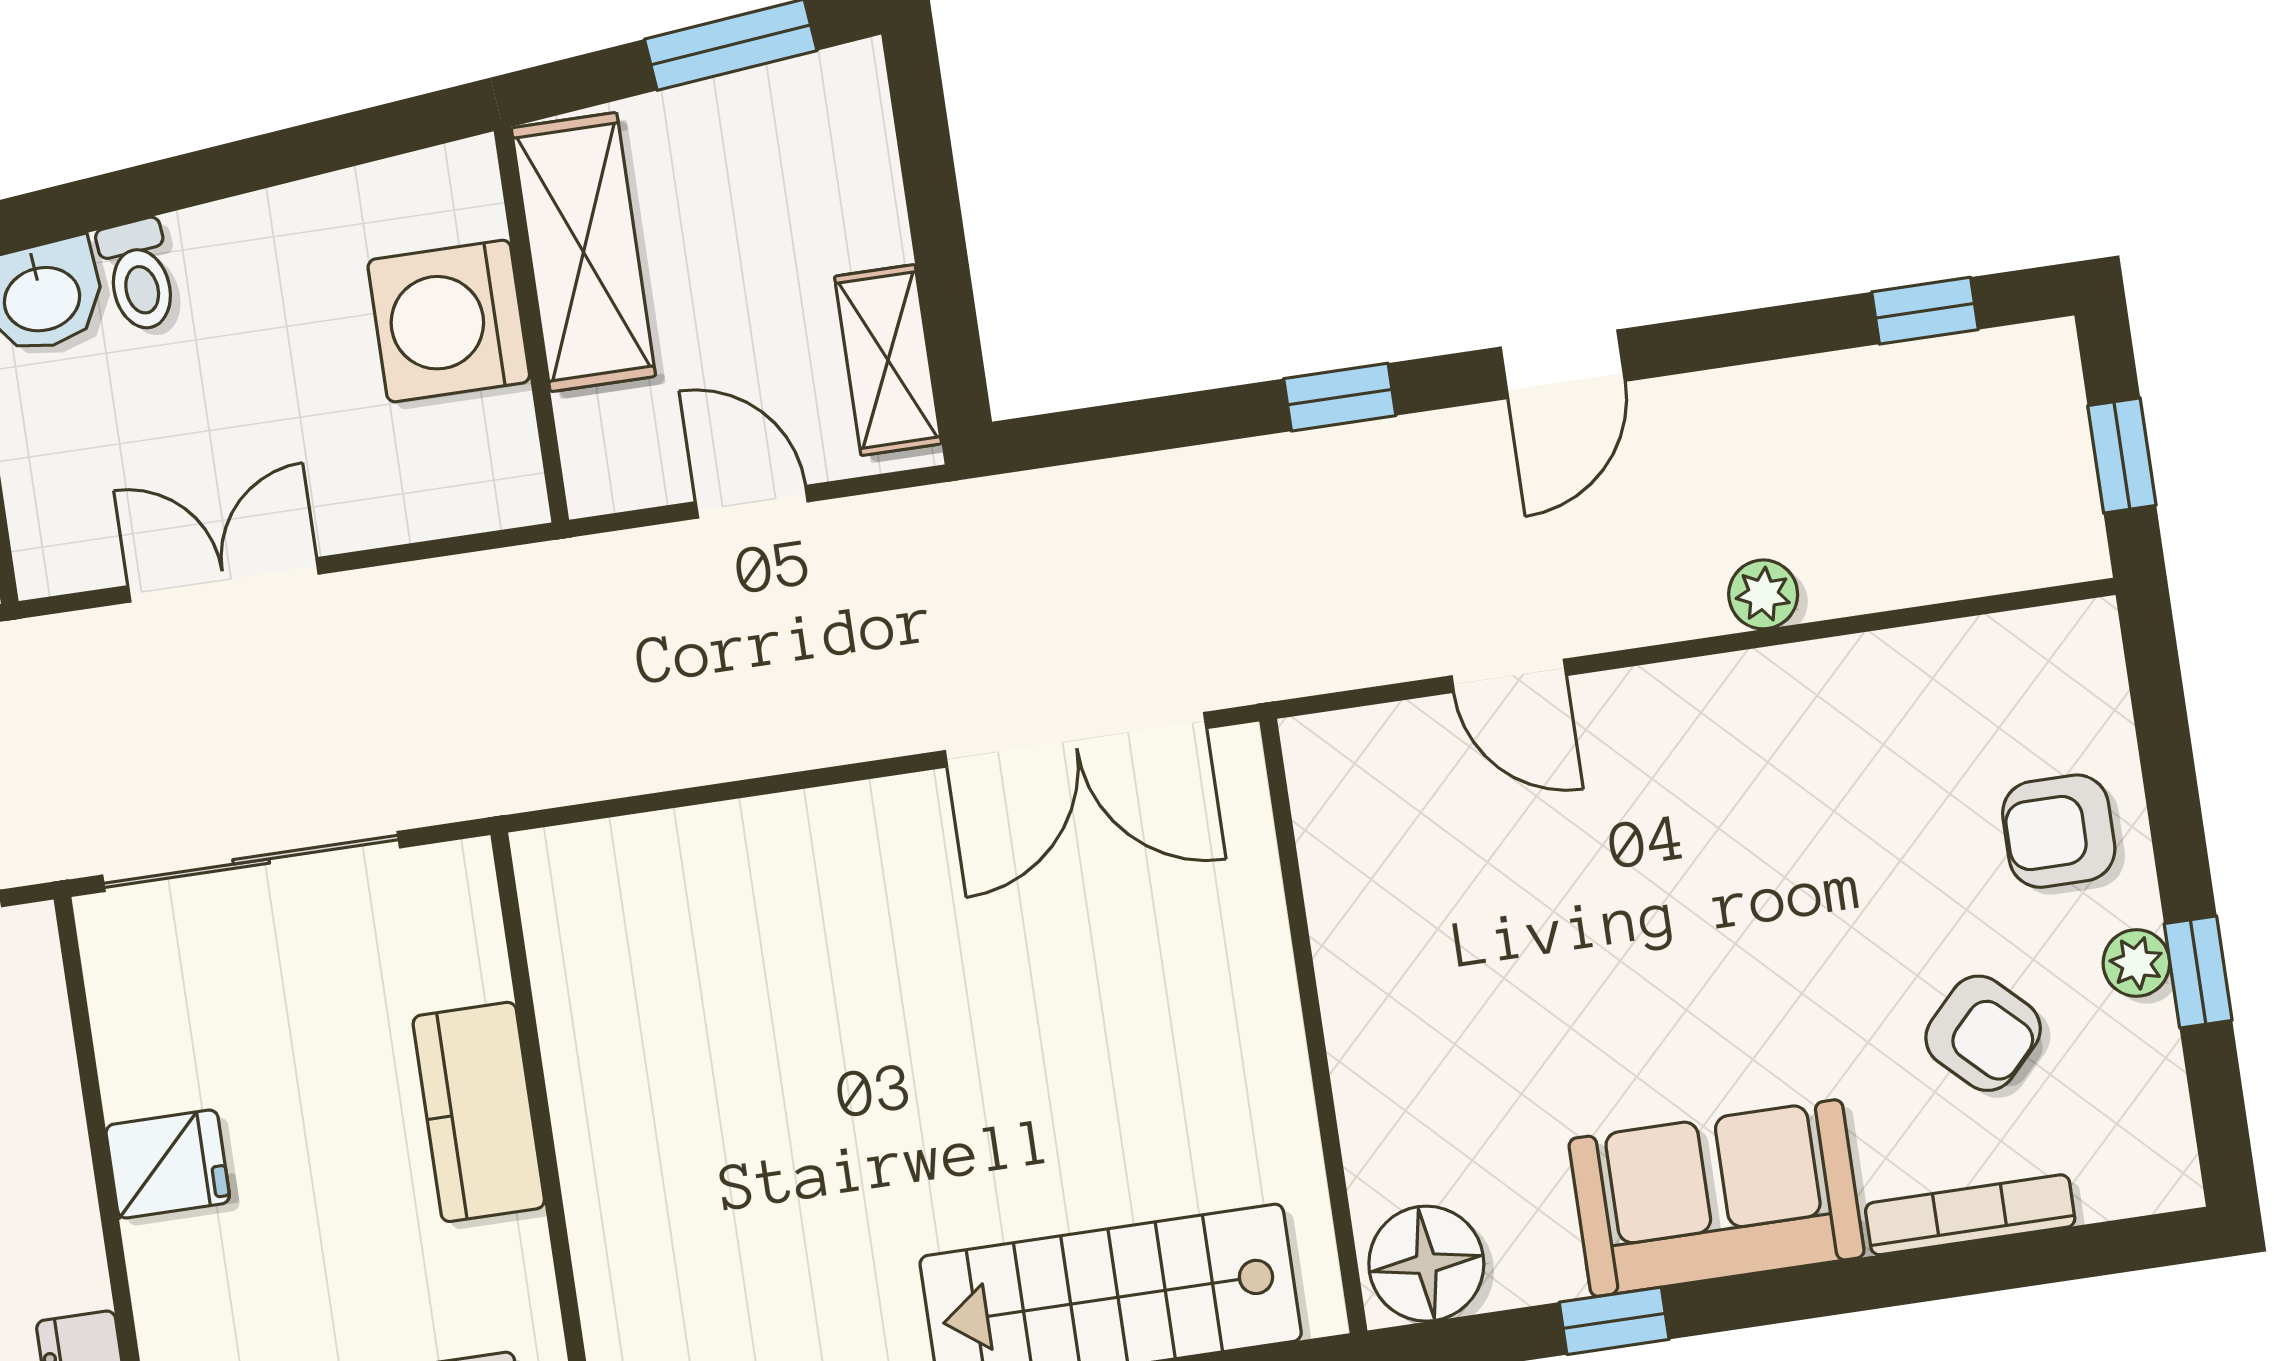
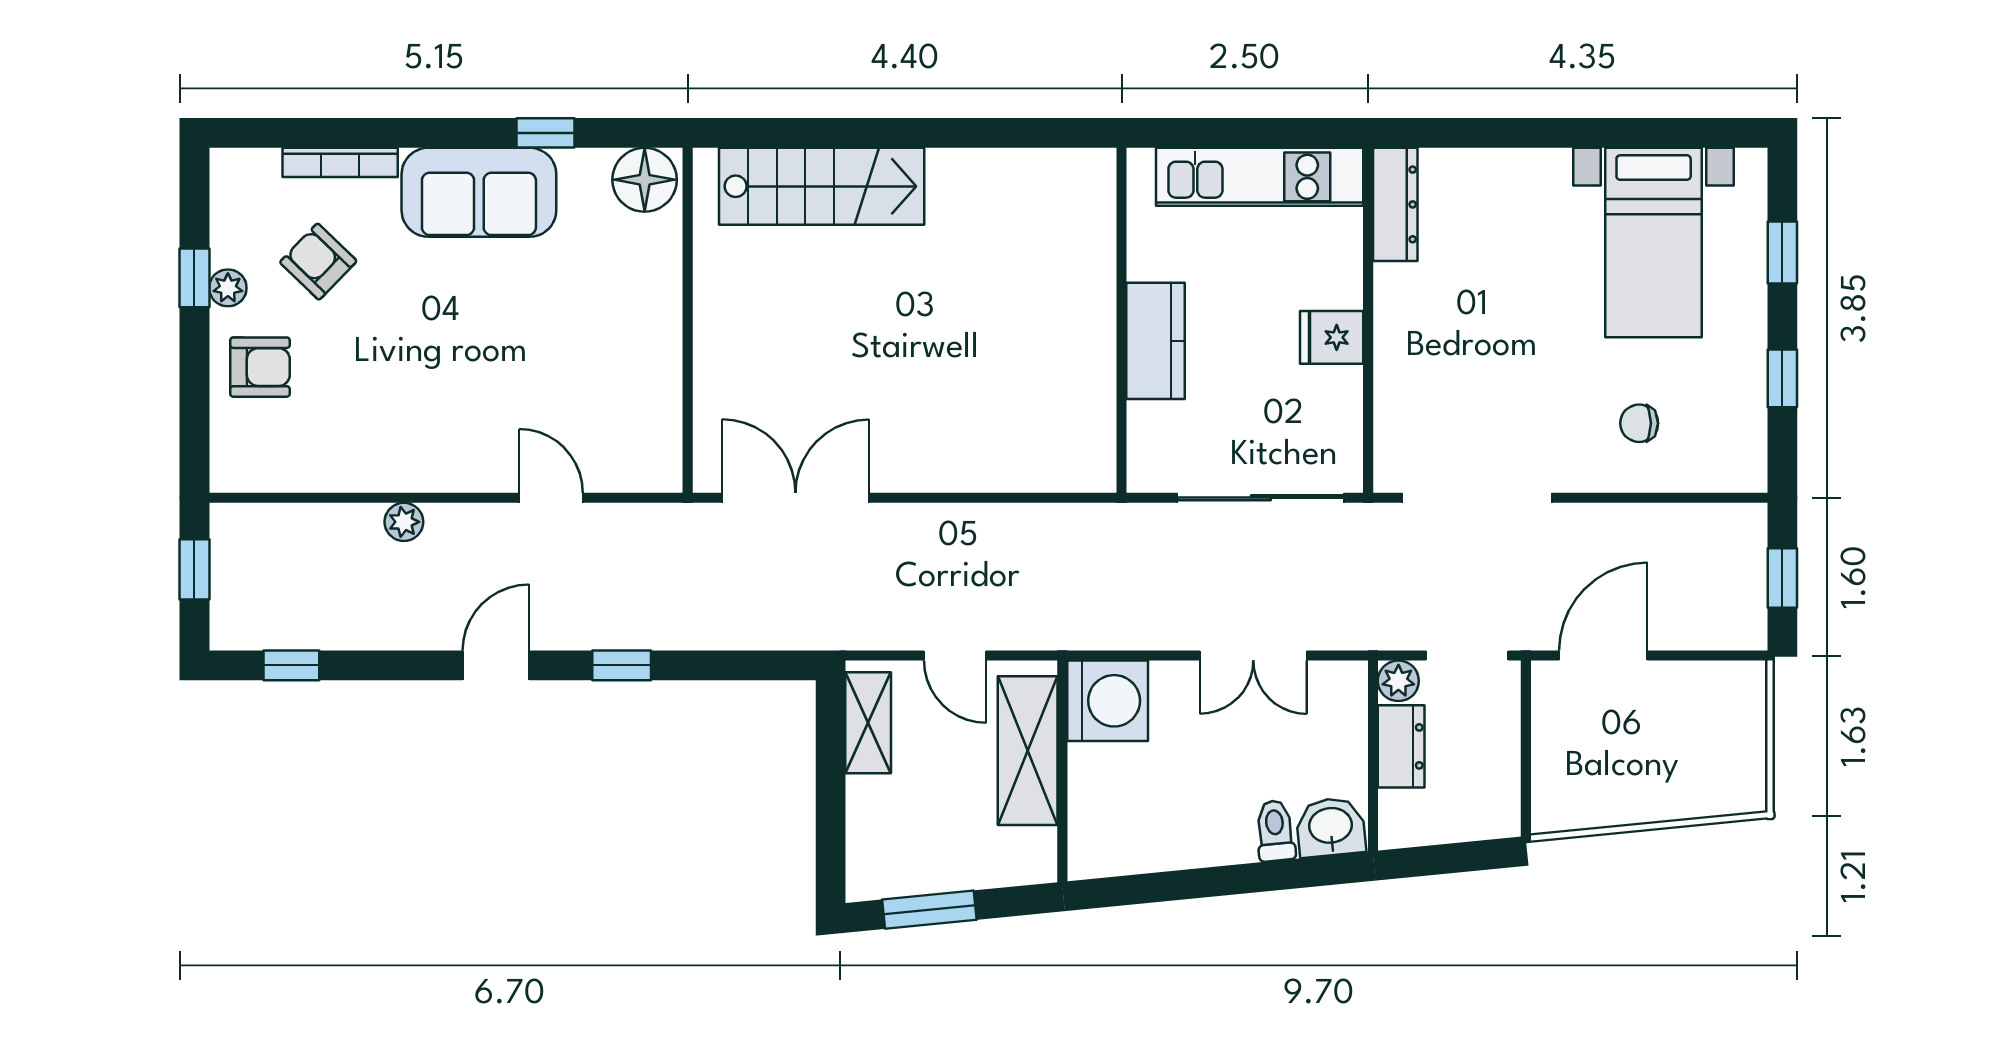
shelving: (583, 252) -> (1028, 751), moved
washing machine: (449, 321) -> (1108, 701), moved

